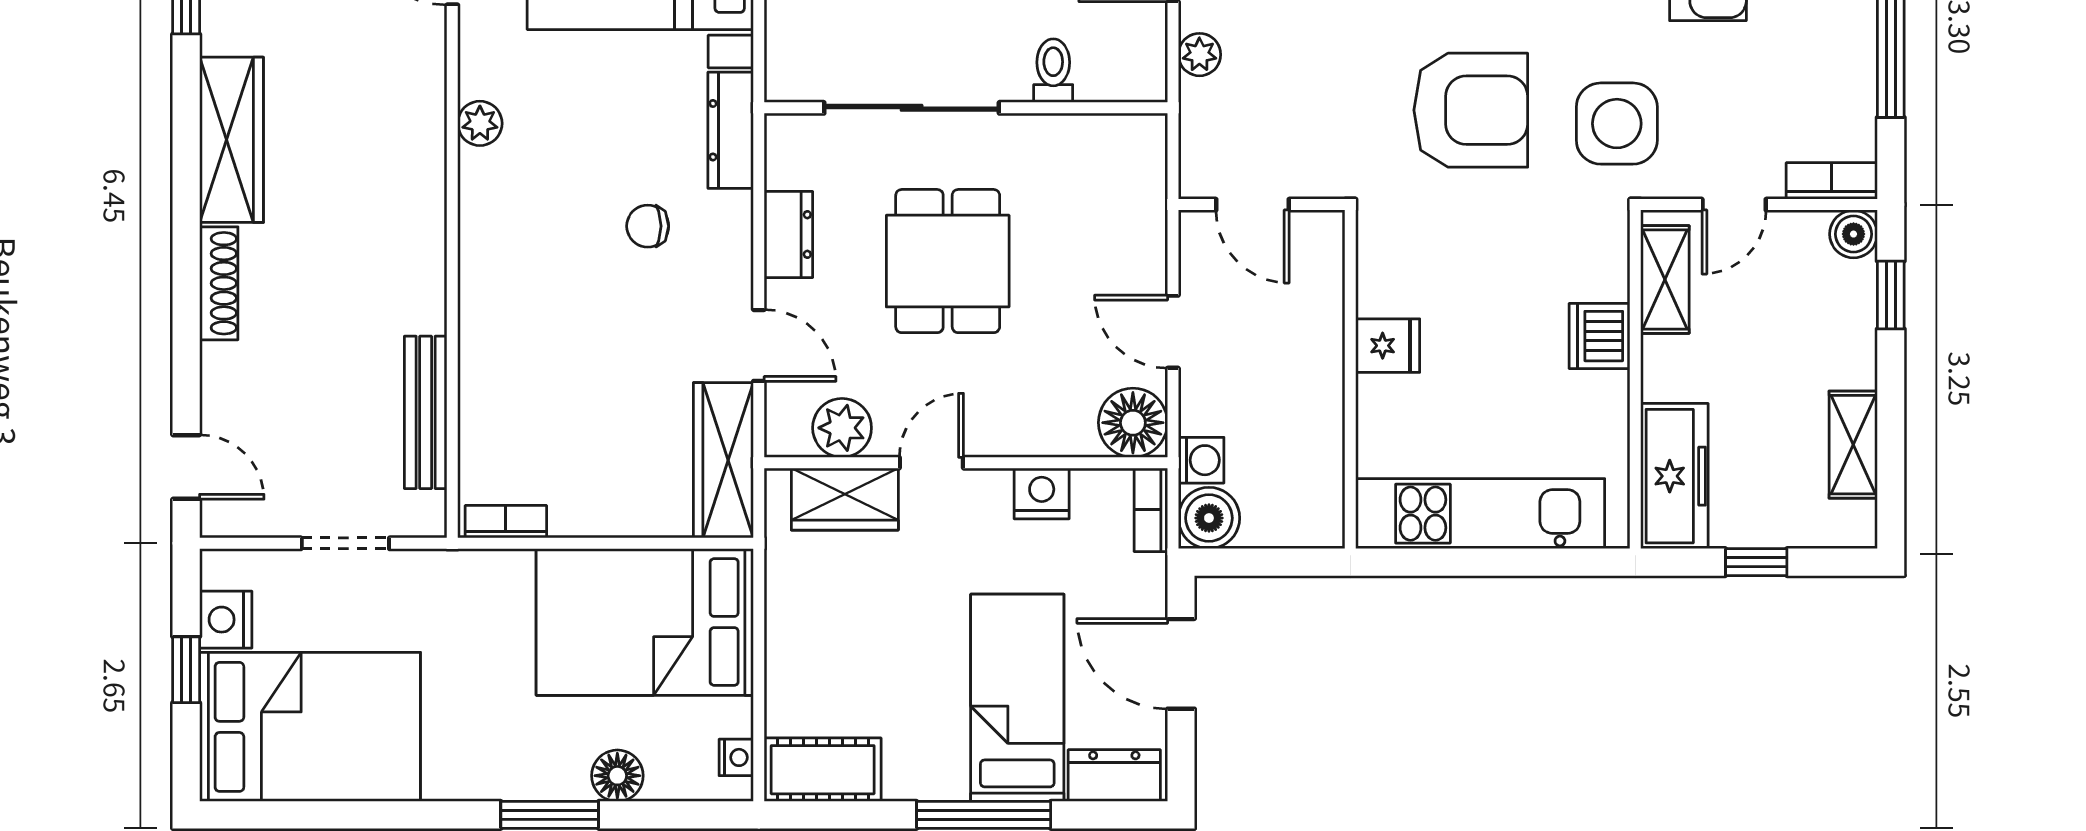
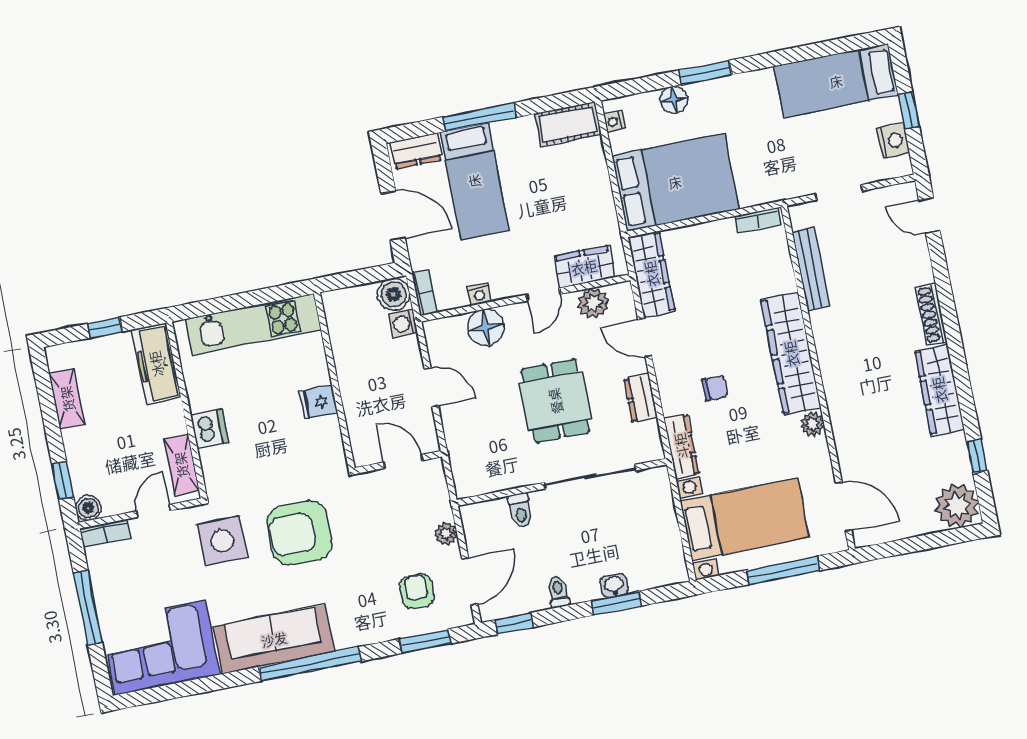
wardrobe: (494, 262) -> (791, 354), added
floor lamp: (1133, 423) -> (486, 327), moved
nightstand: (1042, 493) -> (479, 294), width x0.72, depth x0.74
bed: (310, 727) -> (836, 81), width x0.67

